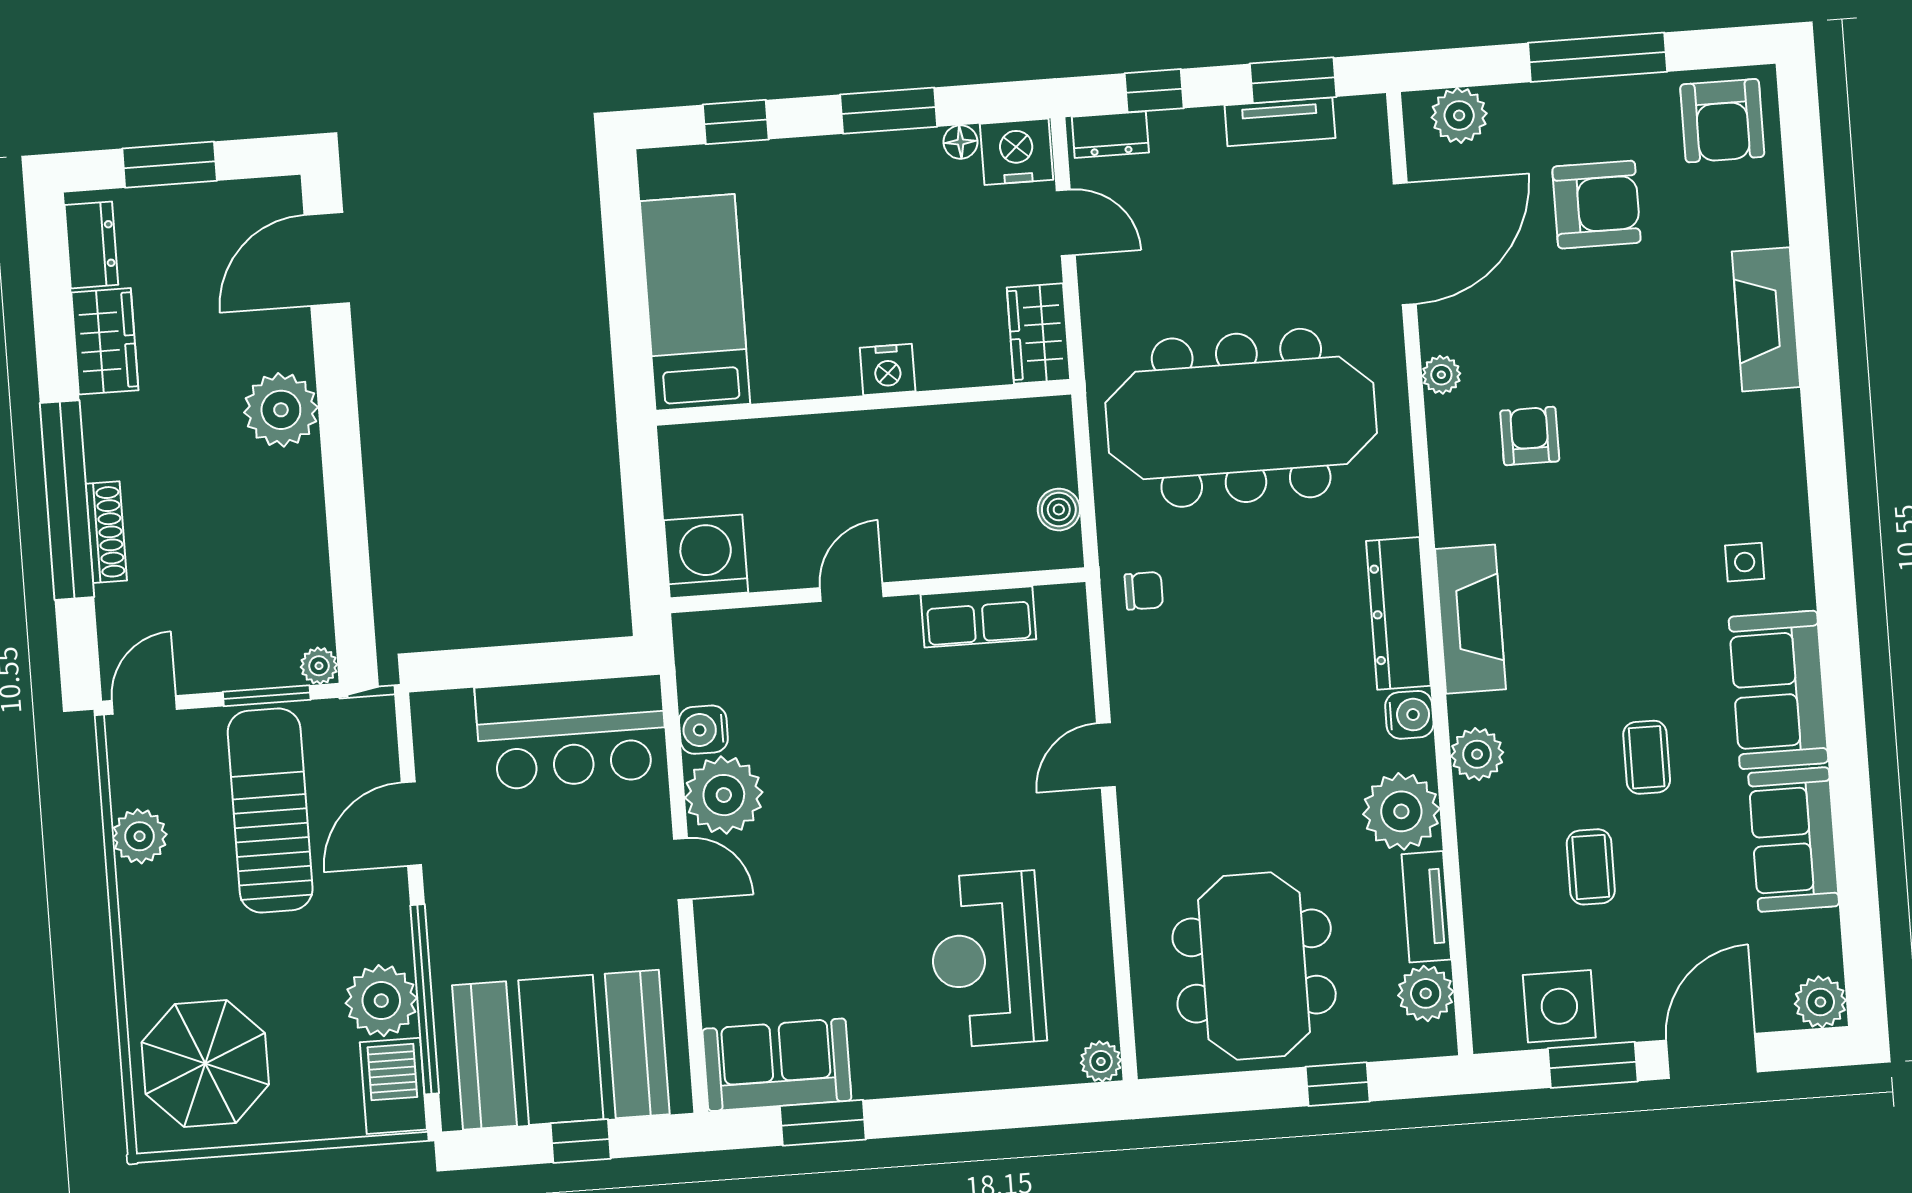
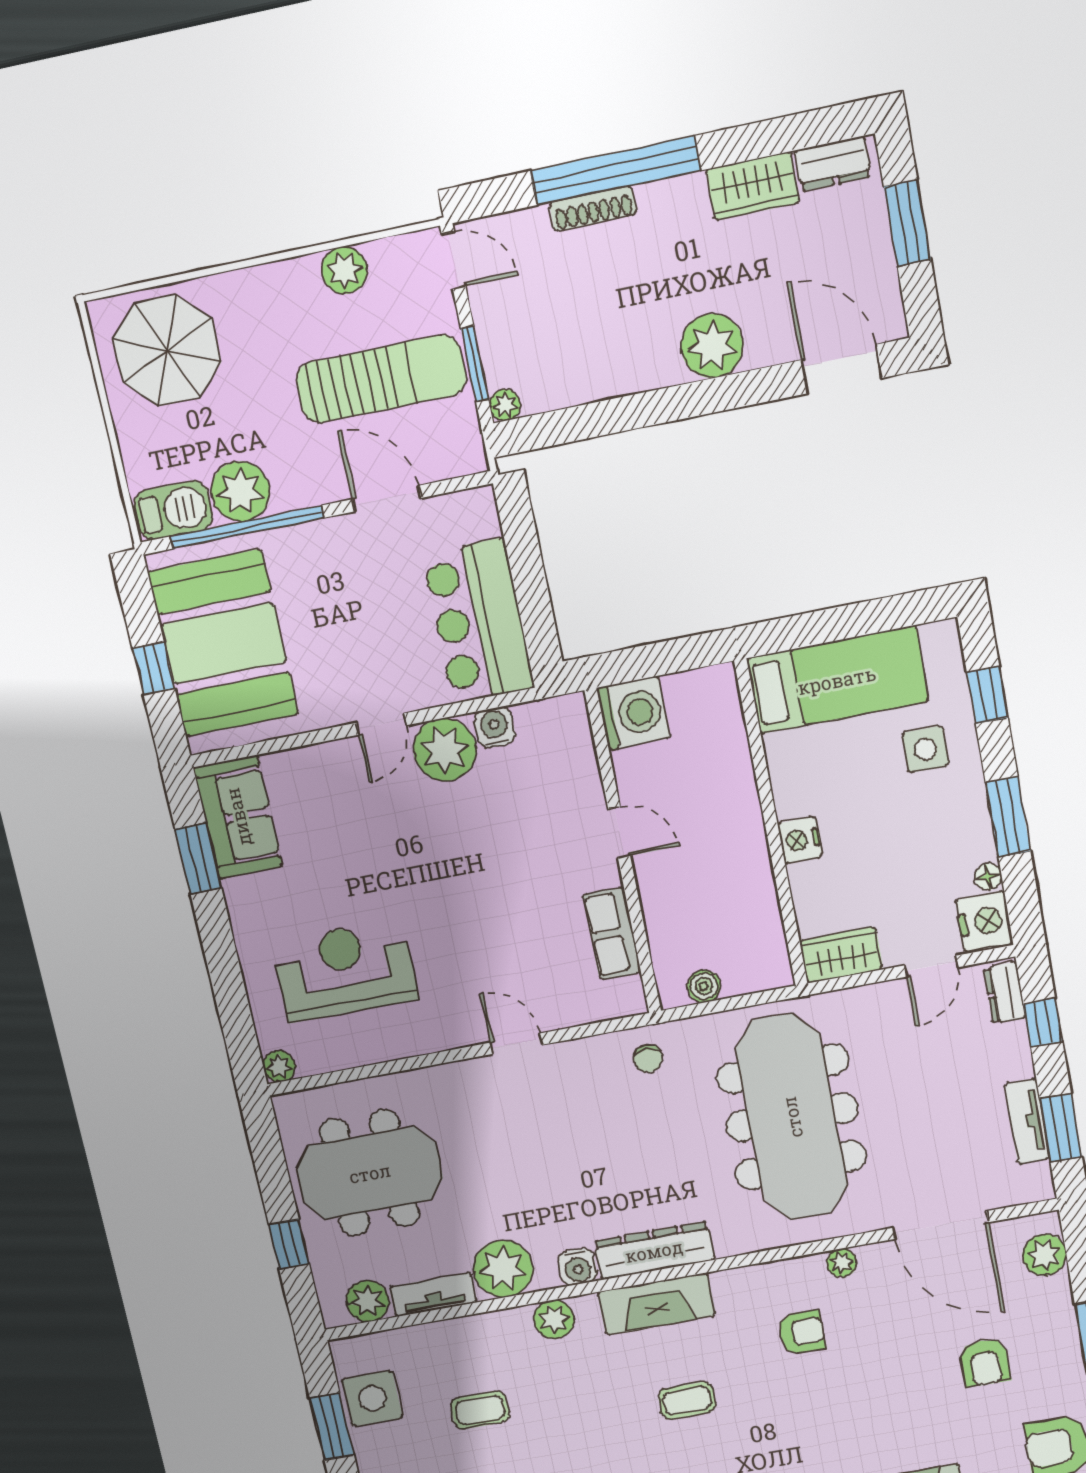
side table: (793, 204) -> (925, 749), added
armchair: (1597, 205) -> (985, 1363), width x0.72, depth x0.72
coffee table: (1647, 757) -> (687, 1401), moved

